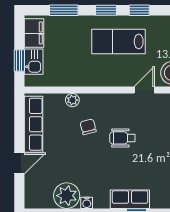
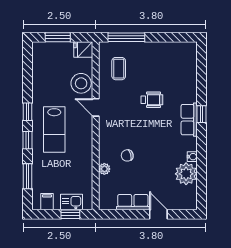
filing cabinet: (34, 33) -> (47, 202), width x0.50
row of seats: (34, 124) -> (133, 202), width x0.68
wheelchair: (122, 138) -> (152, 100), moved, turned -90

